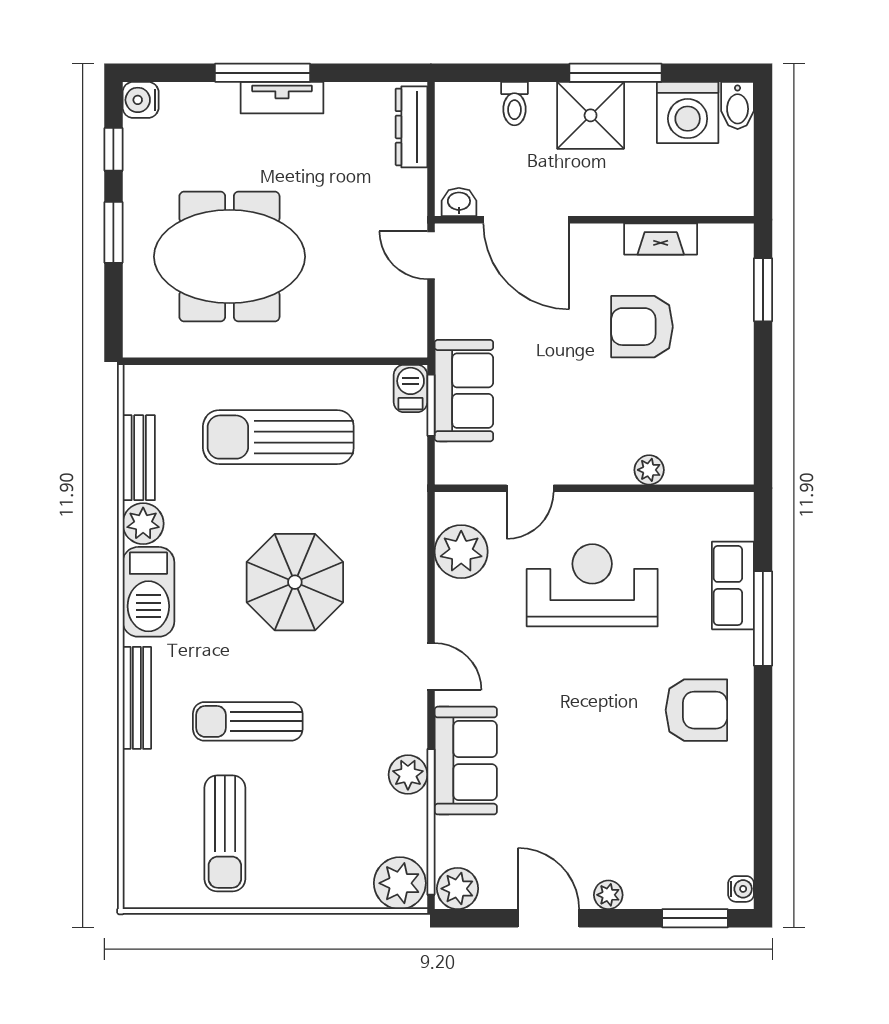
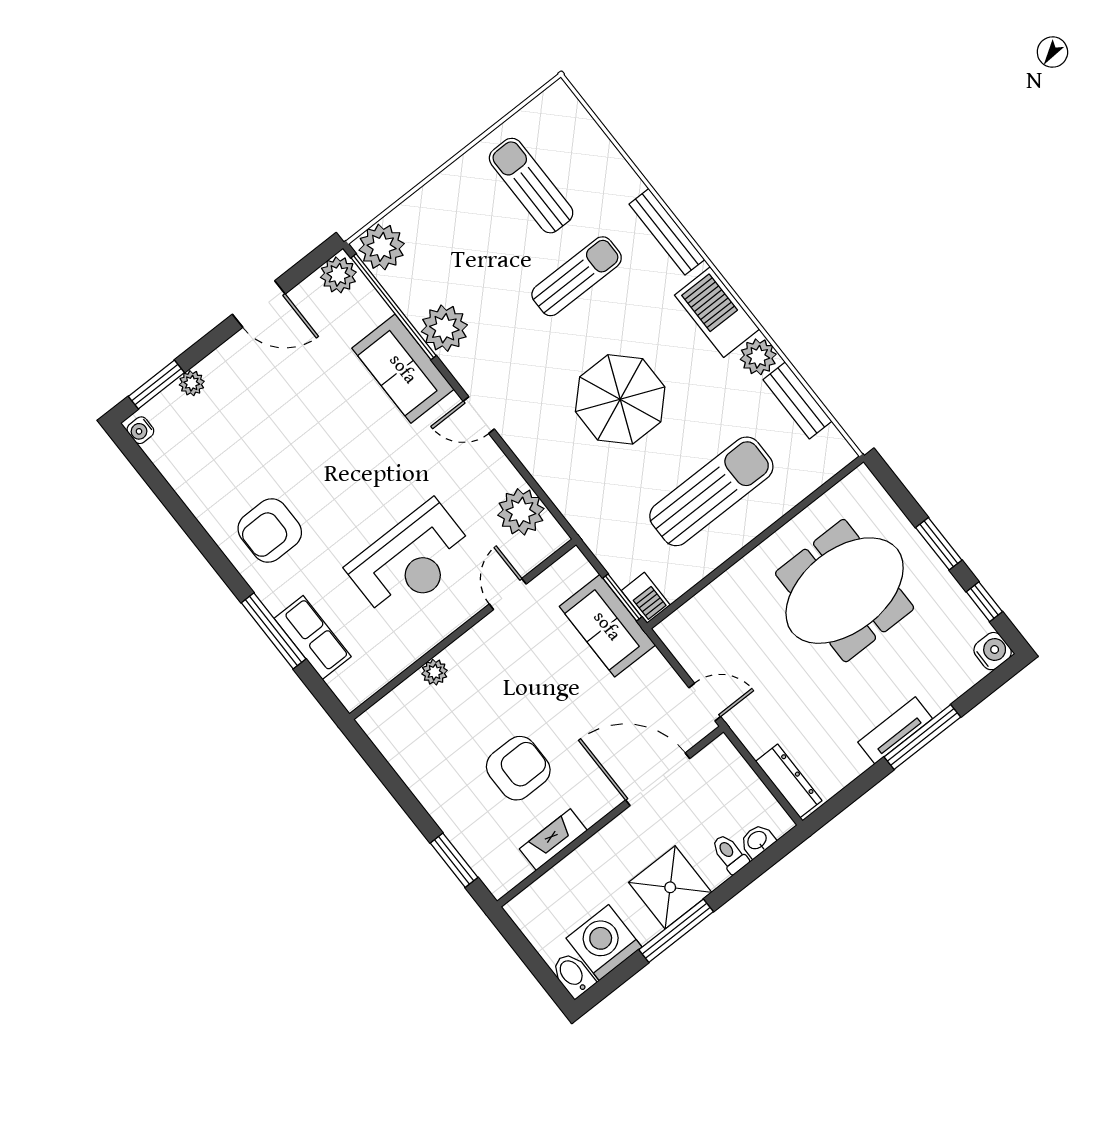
washbasin: (459, 202) -> (757, 841), moved, turned 180
plant: (408, 775) -> (444, 328), width x1.36, depth x1.36
plant: (608, 895) -> (192, 383), moved

